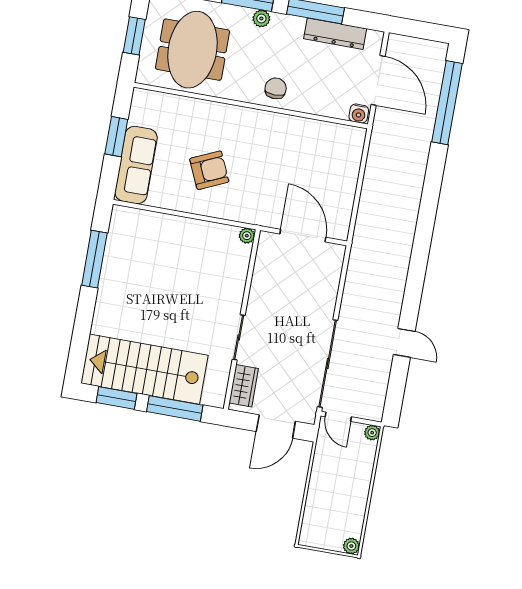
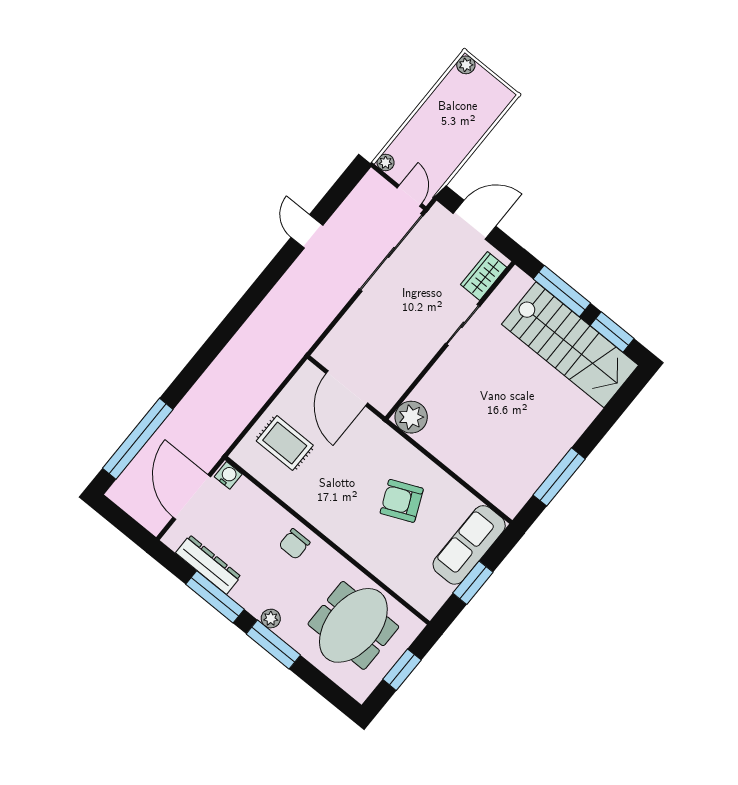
rug: (328, 164) -> (285, 443), added
plant: (247, 236) -> (411, 417), width x1.88, depth x1.88

